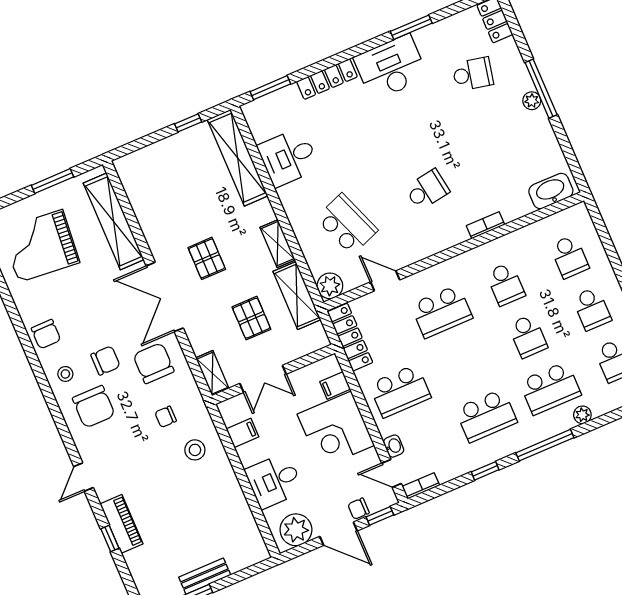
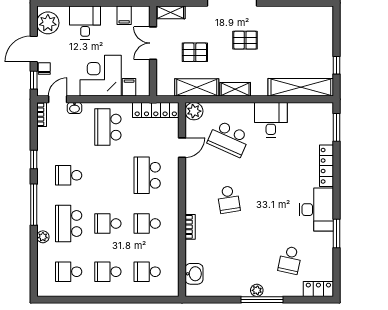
desk: (288, 157) -> (271, 120), moved
washbasin: (551, 191) -> (194, 274), width x0.72
school desk: (347, 224) -> (229, 139), turned 45
school desk: (486, 416) -> (69, 175), width x0.54

